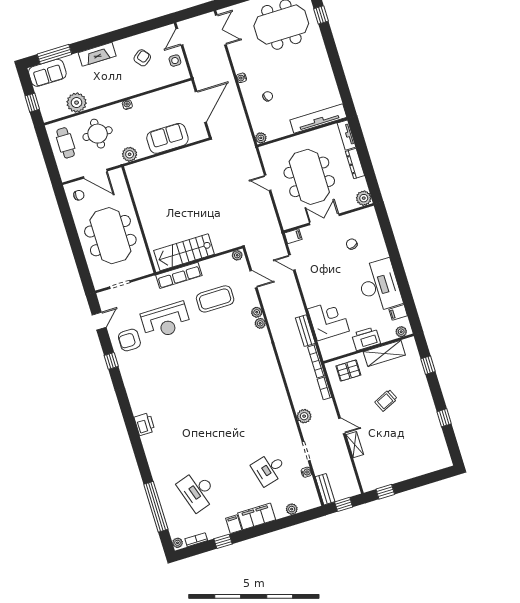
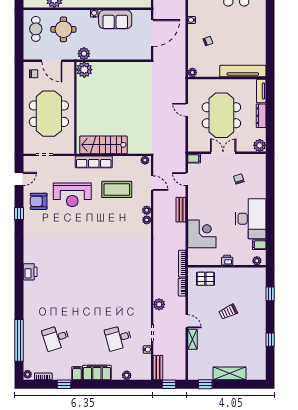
sofa: (167, 138) -> (115, 19), moved, turned 180
plant: (136, 173) -> (84, 70), added
bench: (305, 331) -> (181, 210), moved
printer: (366, 339) -> (227, 260), width x0.53, depth x0.68
shelving: (384, 353) -> (229, 373), moved
desk: (197, 491) -> (56, 338), width x0.73

